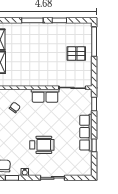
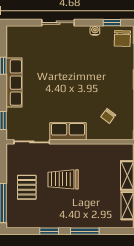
pallet: (76, 54) -> (27, 187), turned 90
trolley: (49, 59) -> (63, 179), added
wheelchair: (42, 145) -> (72, 66), removed

